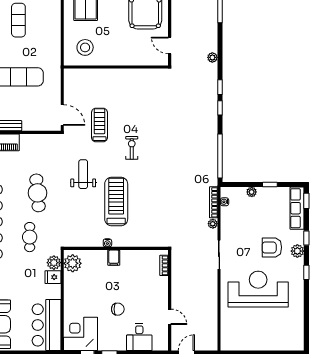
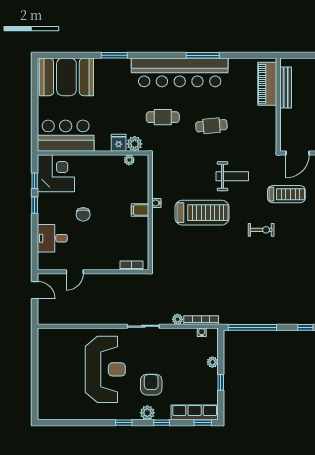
cafe table: (37, 193) -> (211, 126), width x0.73, depth x0.74
plant: (73, 263) -> (129, 160), width x0.53, depth x0.53

